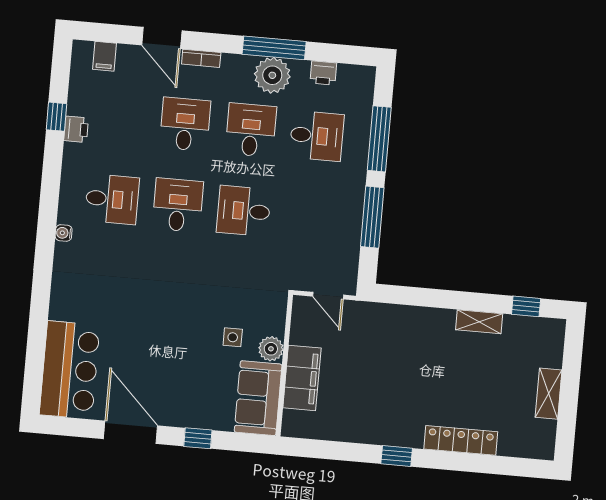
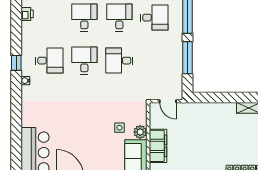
window: (56, 117) -> (16, 63), moved
printer: (76, 129) -> (27, 14), moved

